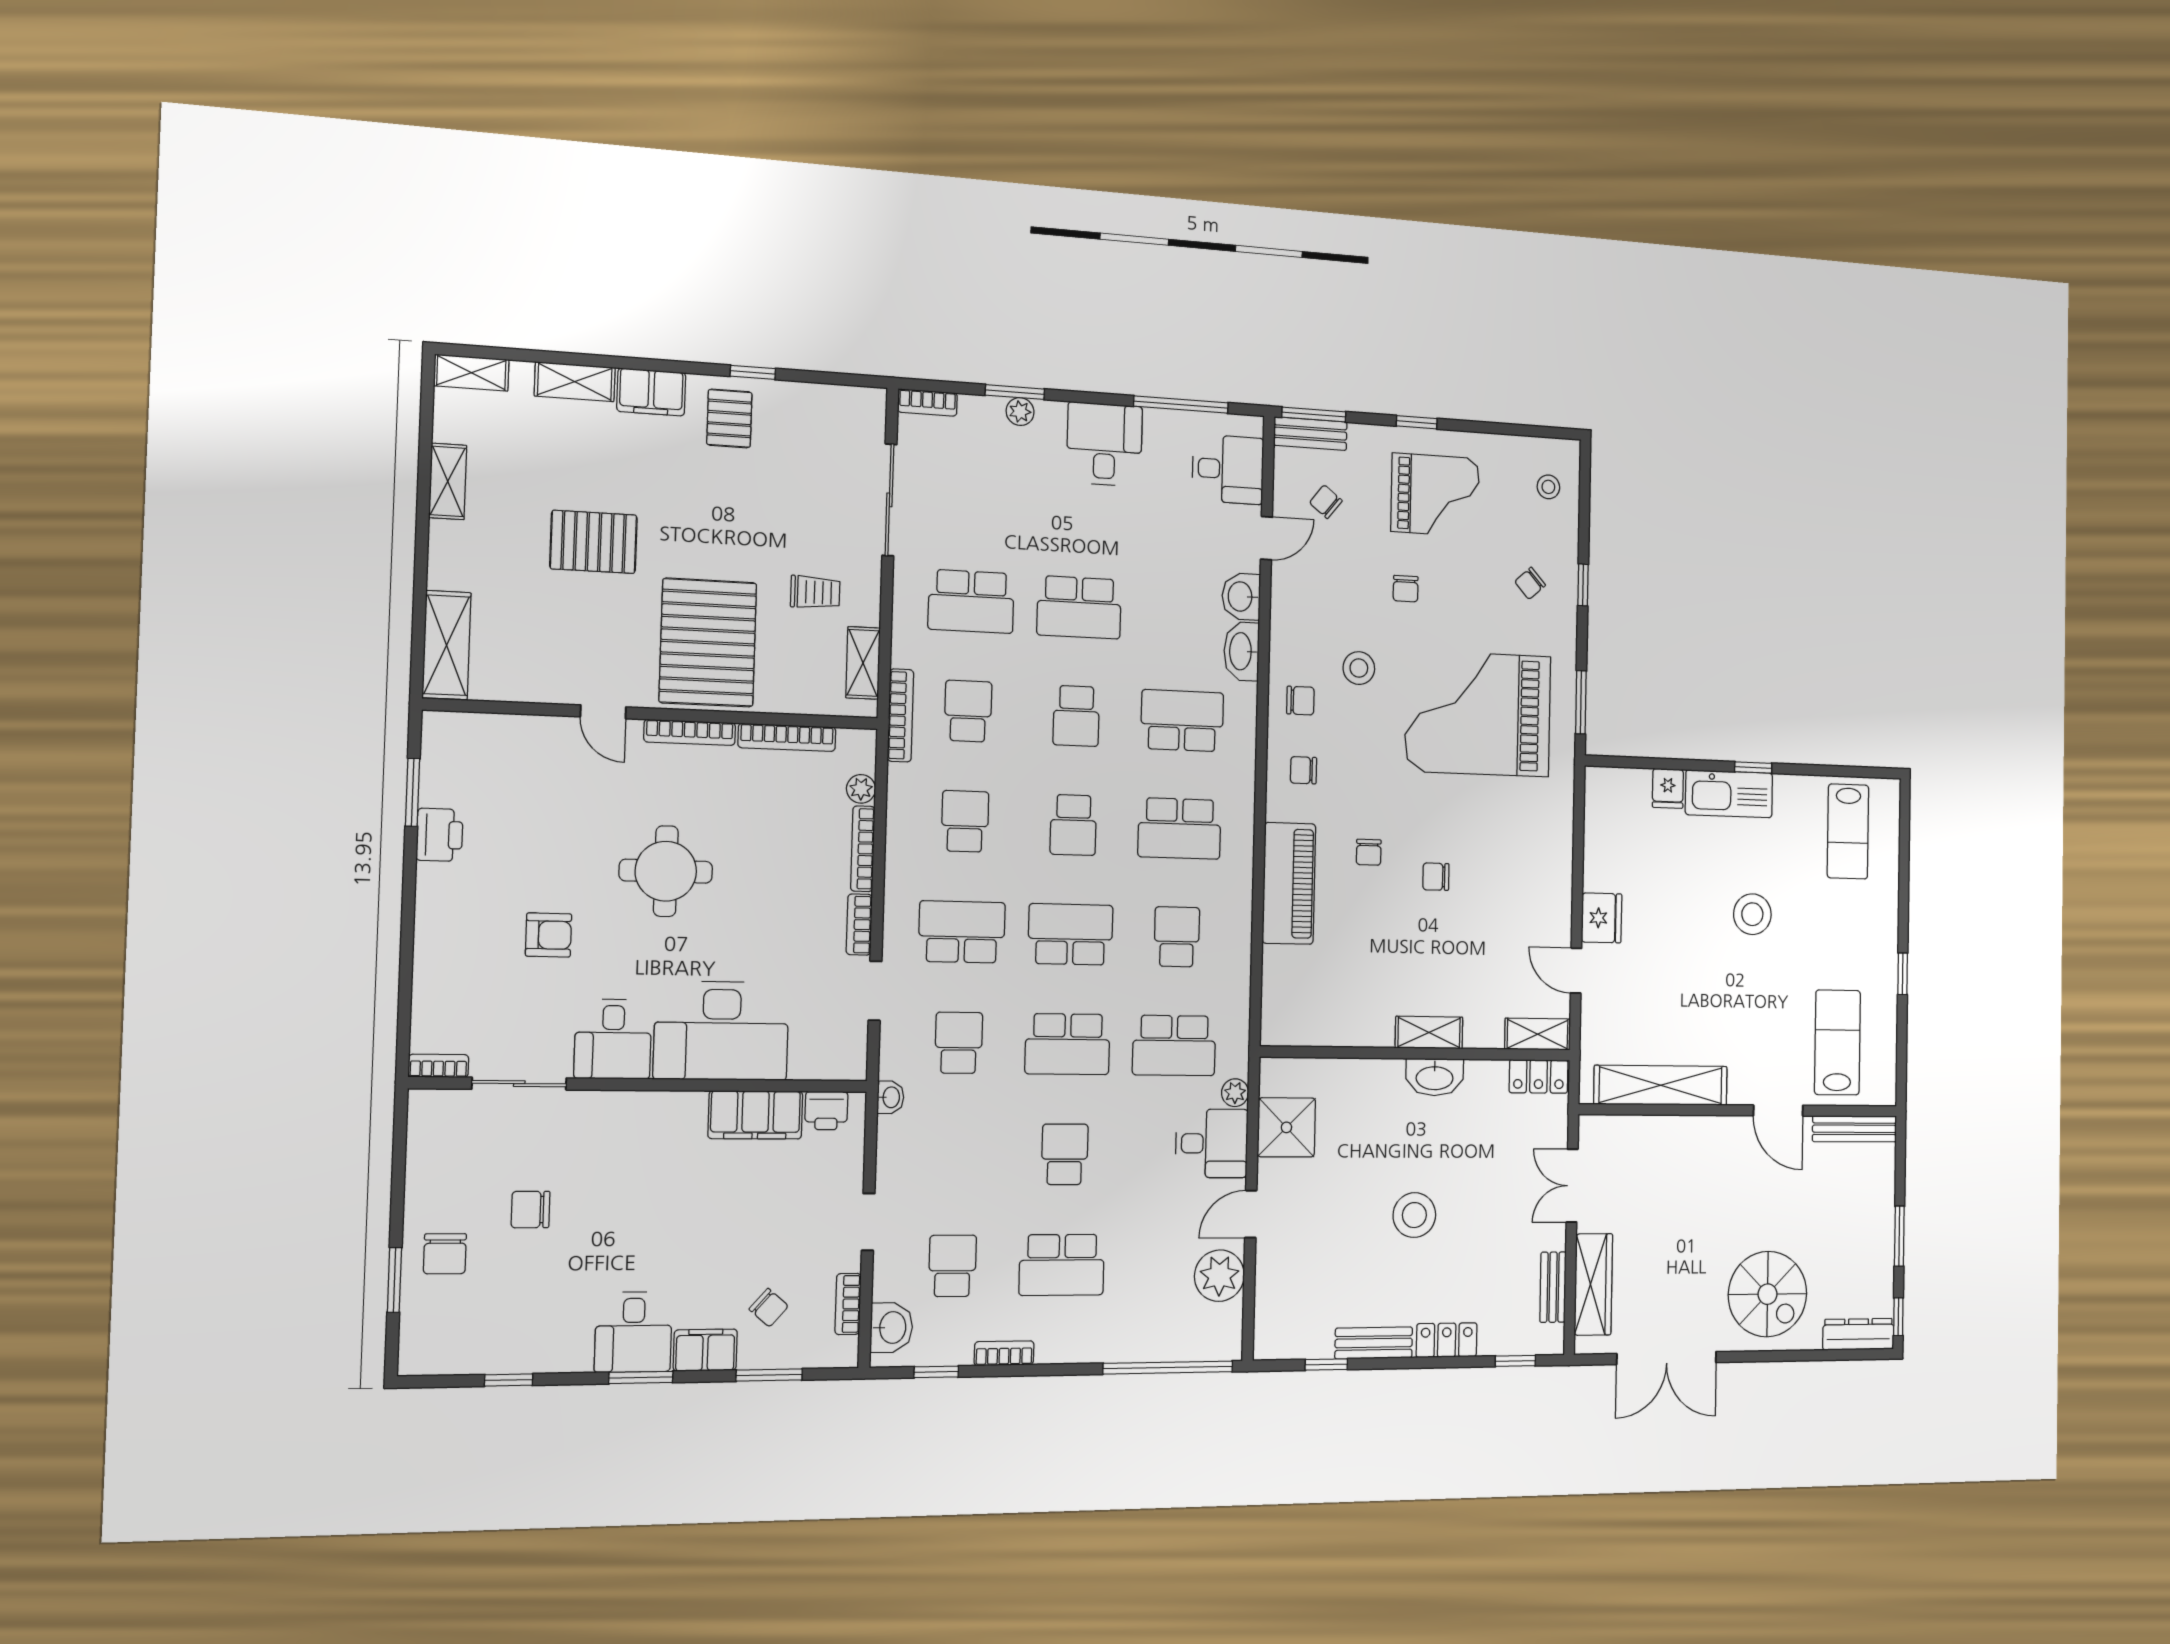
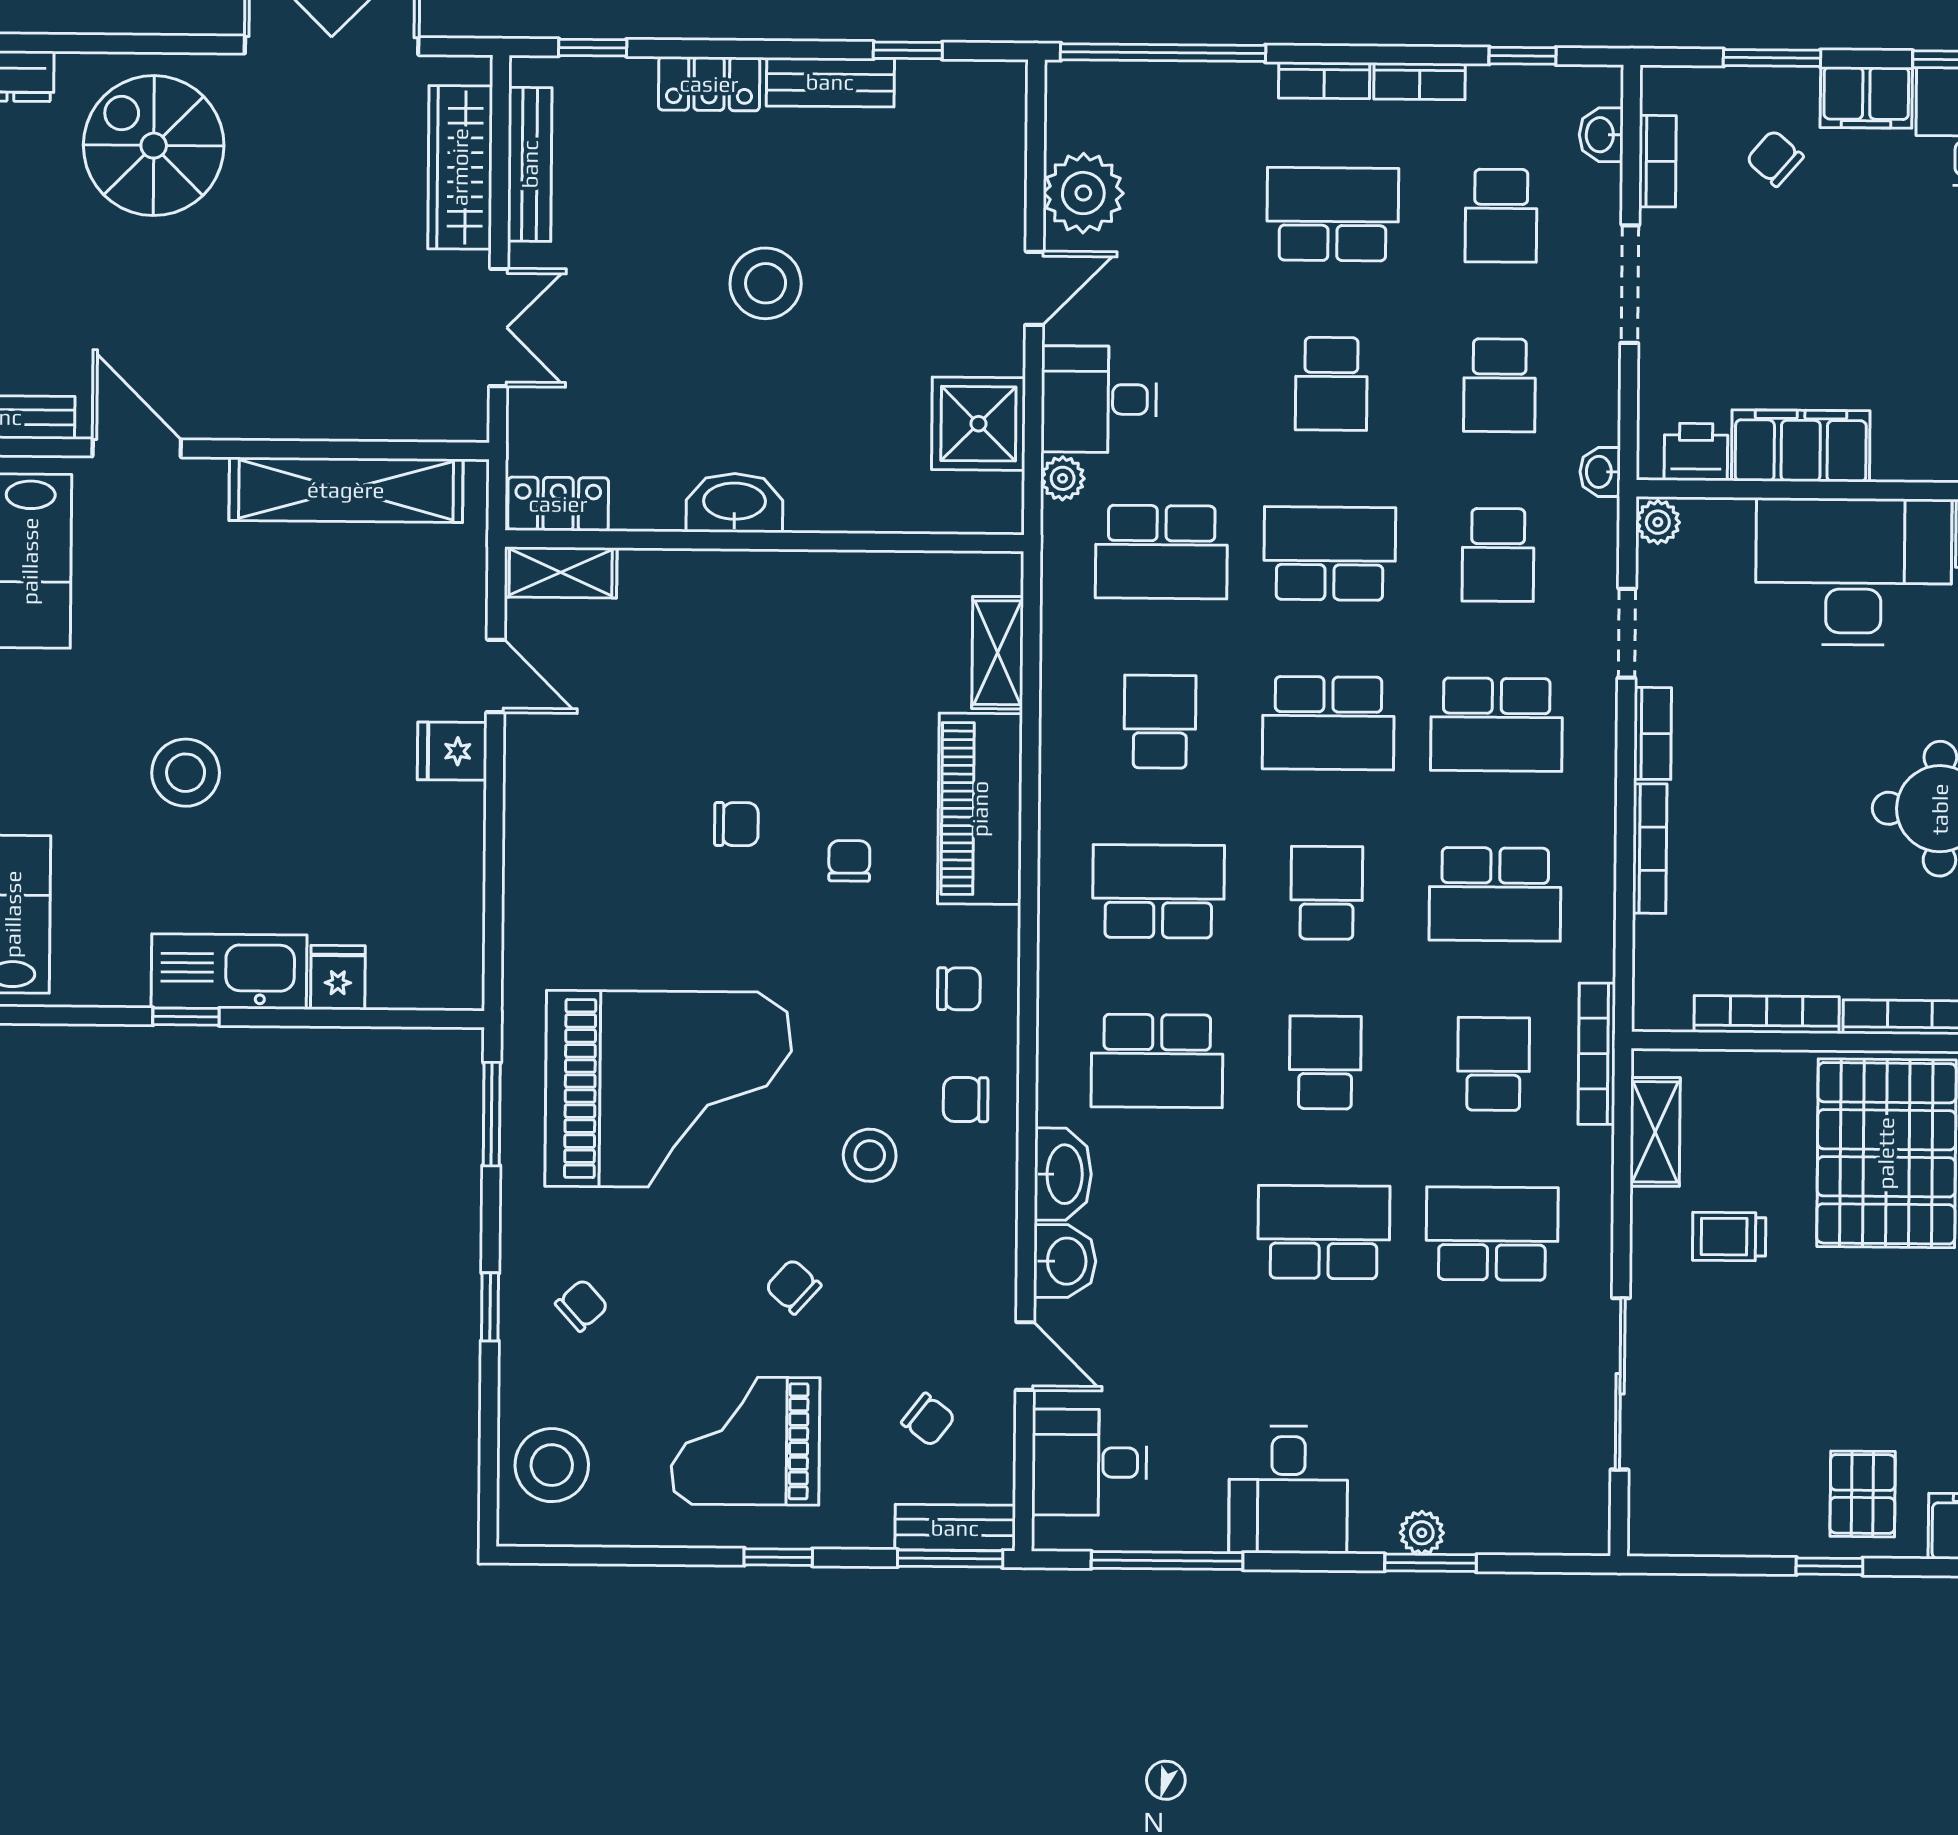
bookcase: (927, 403) -> (1324, 80), moved, turned 180
stool: (1548, 487) -> (552, 1465), width x1.89, depth x1.89
door: (1266, 538) -> (1025, 1356), swing flipped
chair: (1406, 589) -> (793, 1287), turned -48
school desk: (968, 711) -> (1494, 1064), turned 180
plant: (861, 789) -> (1658, 522), moved
school desk: (965, 821) -> (1495, 894), width x1.85
fridge: (1602, 918) -> (452, 751), width x0.72
school desk: (1177, 937) -> (1160, 722), turned 180
shelving: (1429, 1033) -> (998, 653), moved, turned 90
school desk: (1174, 1045) -> (1161, 552), turned 180
school desk: (956, 1154) -> (1499, 385), added
doorway: (868, 1222) -> (1630, 284), width x1.38
bench: (1553, 1287) -> (530, 164), width x1.36
washbasin: (892, 1328) -> (1601, 135), width x0.72, depth x0.69

